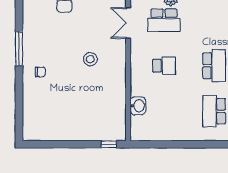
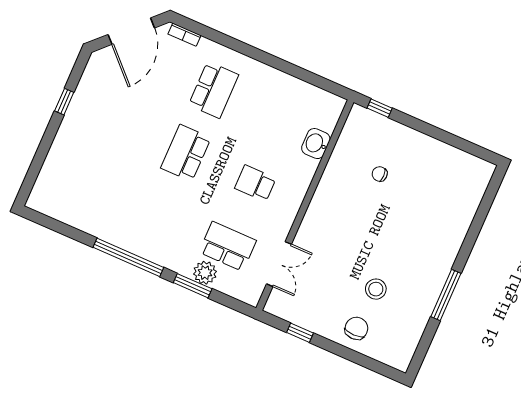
stool: (90, 59) -> (376, 289), moved
chair: (40, 72) -> (380, 174), moved

